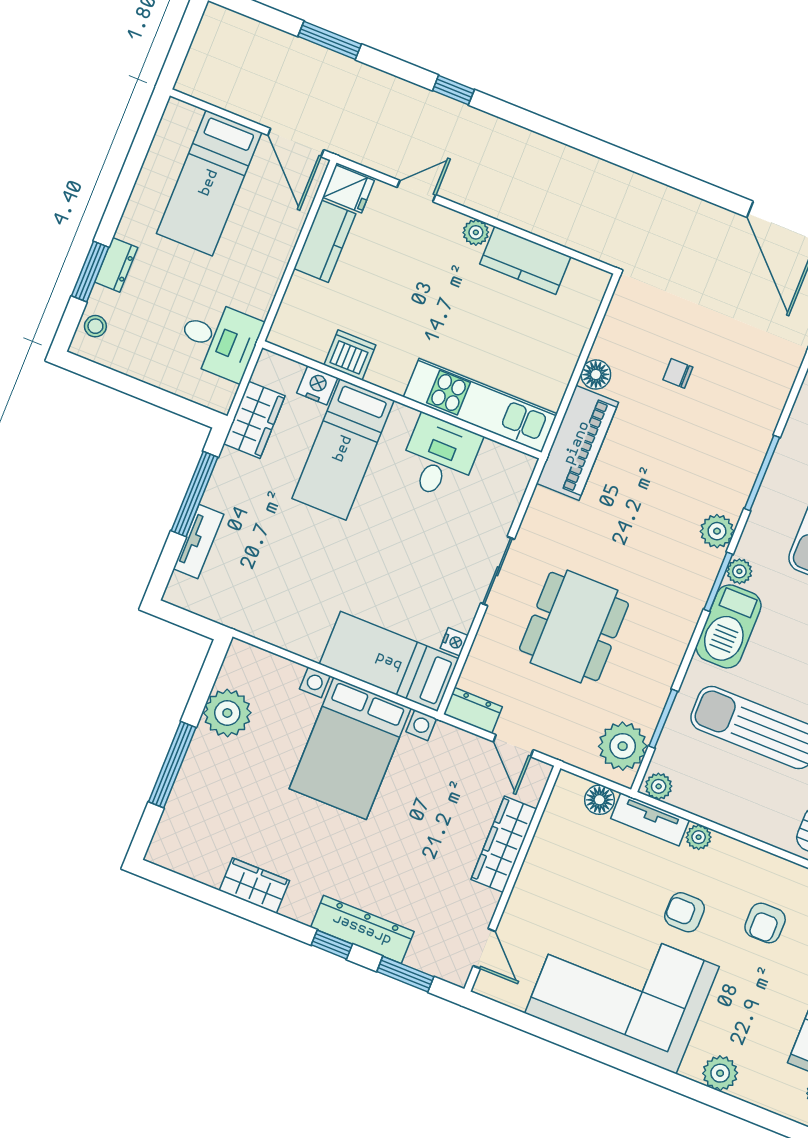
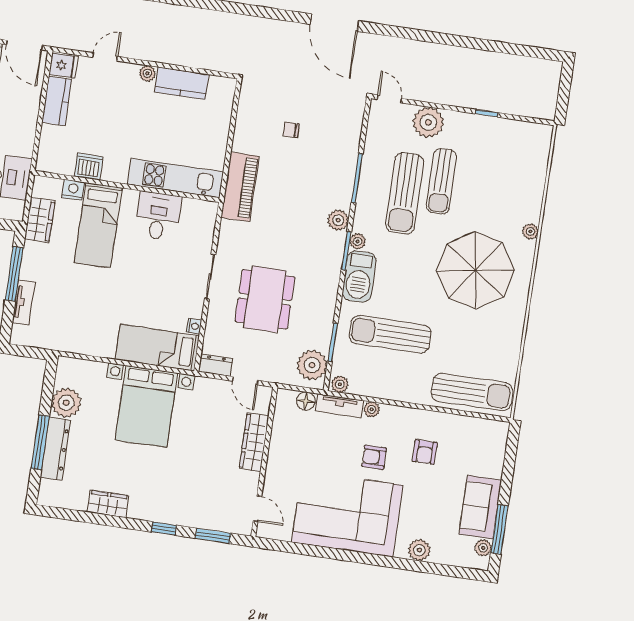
floor lamp: (596, 375) -> (241, 142), removed
dresser: (362, 929) -> (55, 449), moved, turned 90

